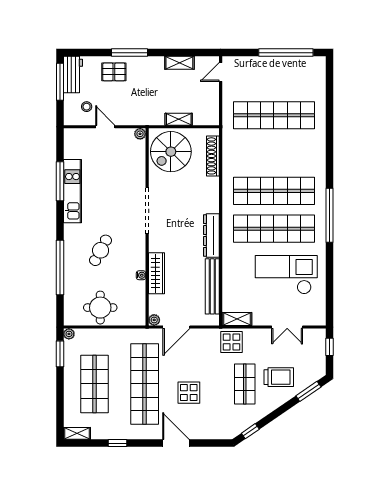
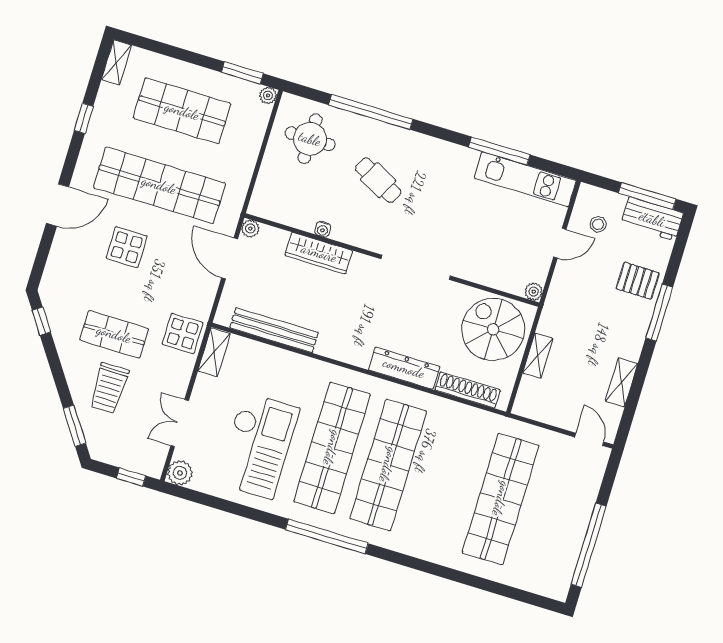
pallet: (114, 72) -> (638, 281), turned 90
kitchen unit: (72, 191) -> (525, 179), moved
dresser: (211, 236) -> (404, 368), moved
round table: (100, 308) -> (310, 139), moved
plant: (318, 318) -> (180, 473), added

